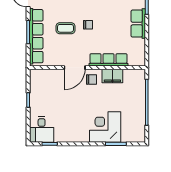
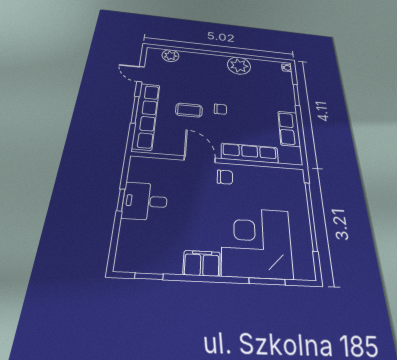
row of seats: (138, 24) -> (289, 129), moved
door: (75, 68) -> (200, 159), swing flipped
filing cabinet: (112, 76) -> (202, 263), moved, turned 180
corner desk: (105, 127) -> (256, 242), width x1.36, depth x1.36
desk: (42, 129) -> (145, 201), moved, turned 90

